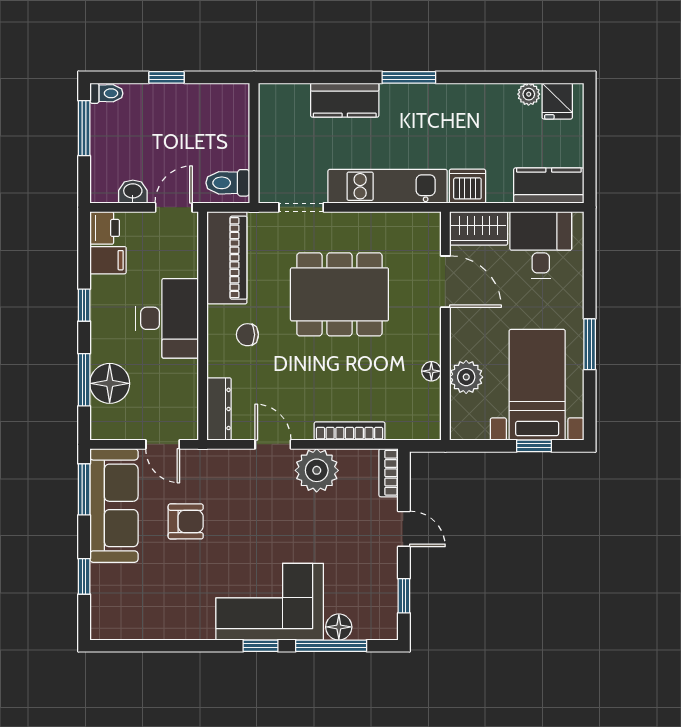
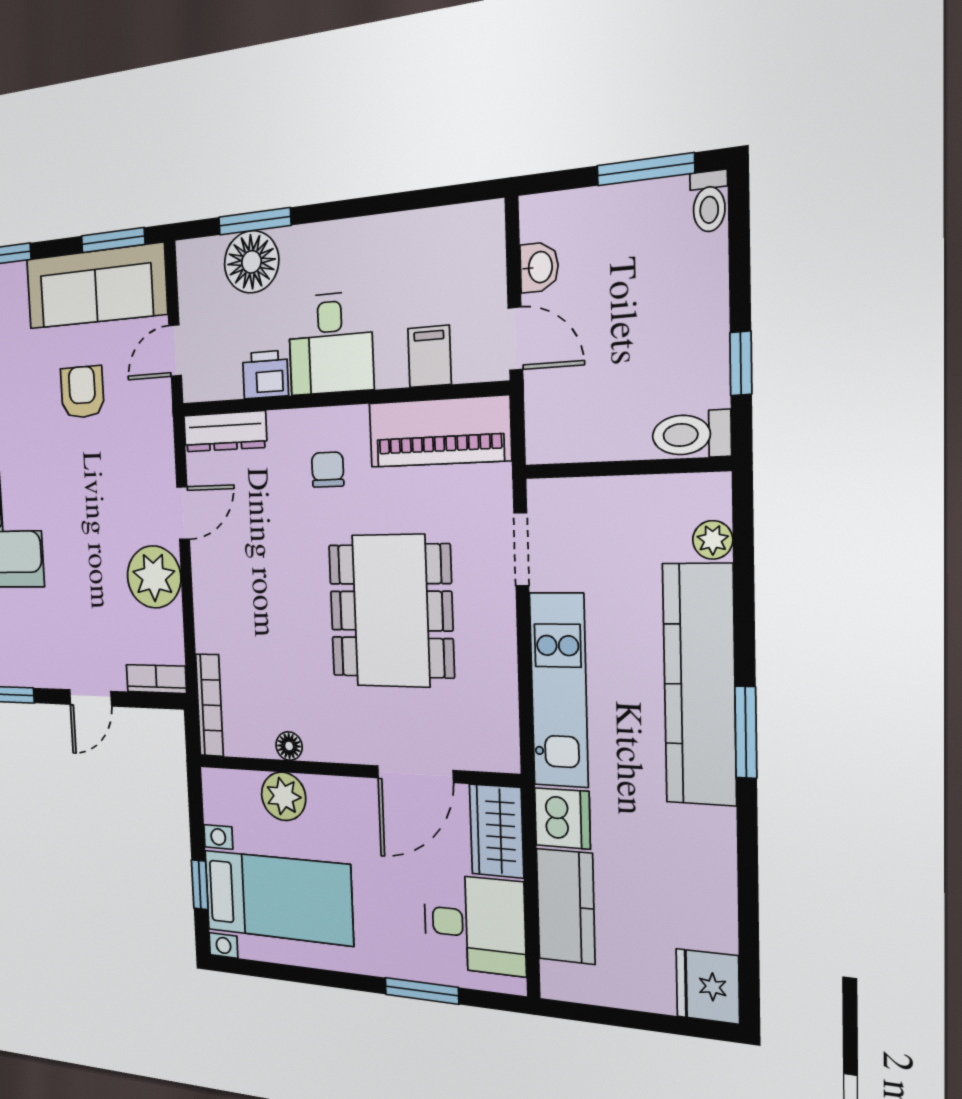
window: (166, 77) -> (741, 363), moved
plant: (529, 94) -> (713, 540), moved
kitchen counter: (345, 100) -> (699, 685), width x2.08, depth x1.17
fridge: (557, 101) -> (708, 986), width x1.38
toilet: (228, 183) -> (692, 435), moved, turned -90
kitchen counter: (549, 185) -> (566, 906), moved
printer: (105, 228) -> (265, 375), moved, turned 180
filing cabinet: (108, 260) -> (430, 356), moved, turned 180
window: (84, 305) -> (360, 207), removed
desk: (167, 318) -> (331, 344), width x0.73
window: (590, 344) -> (422, 991), moved
bookcase: (350, 431) -> (209, 705), moved
armchair: (186, 521) -> (82, 392), turned 180

